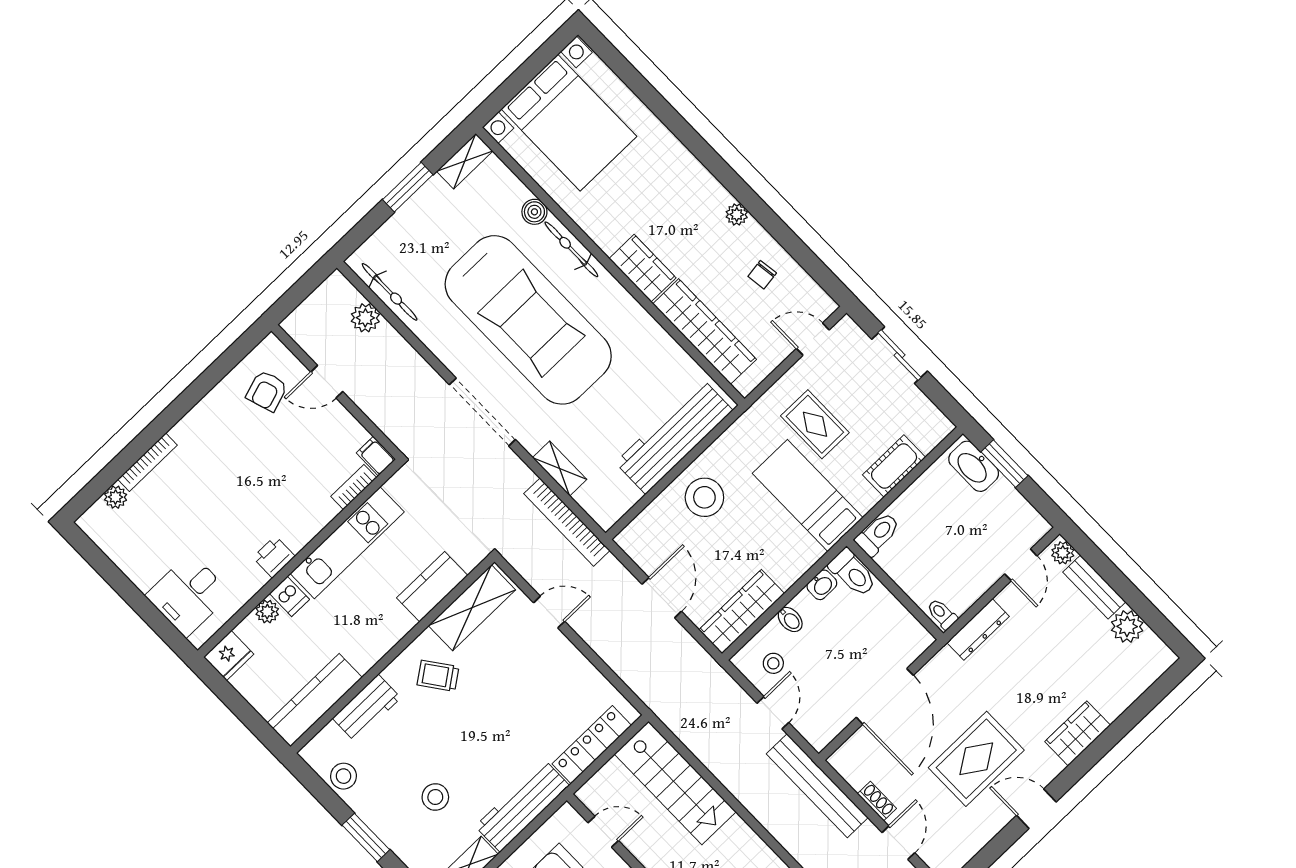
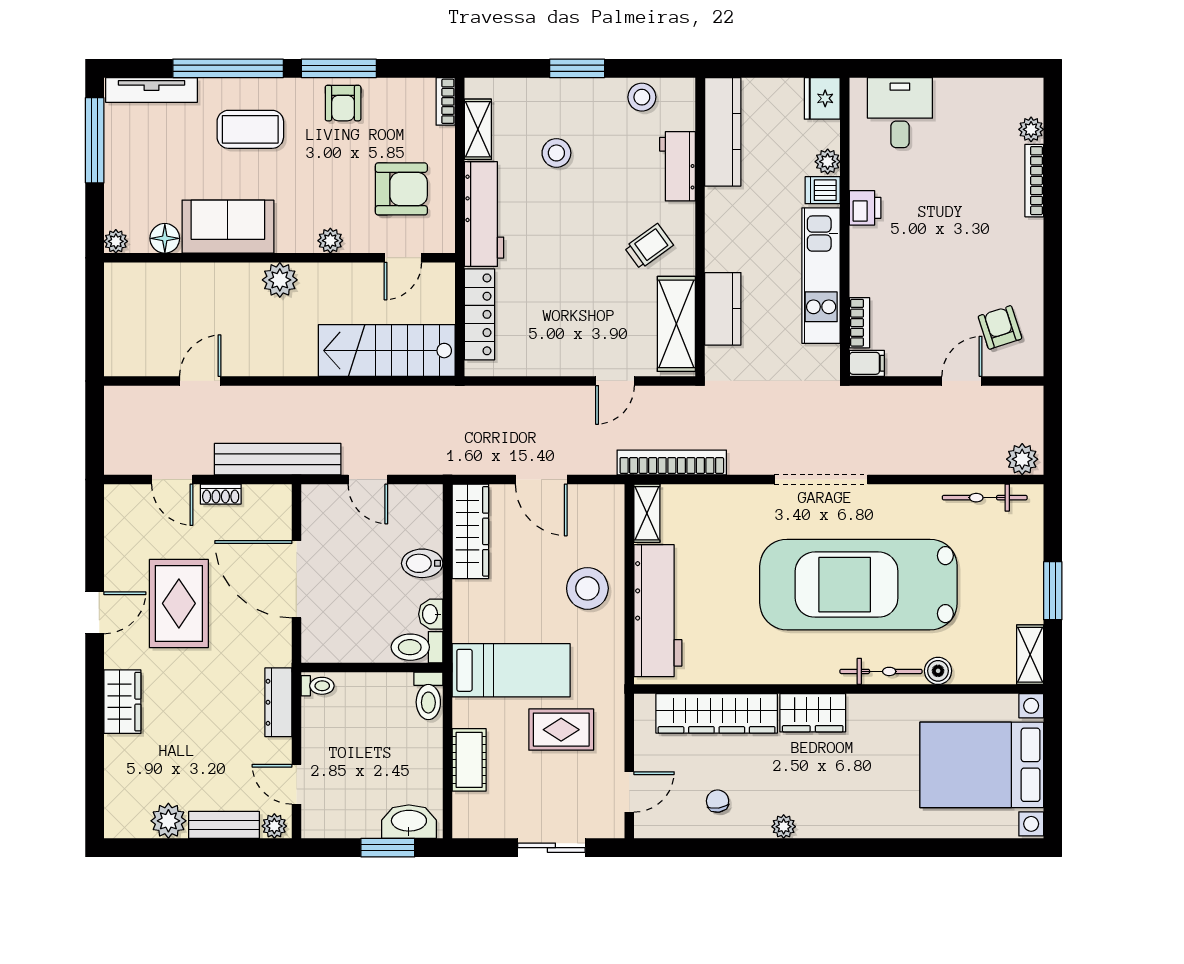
plant: (365, 318) -> (1022, 459), moved
shelving: (560, 468) -> (647, 513), moved, turned 90
bidet: (790, 619) -> (422, 563), width x1.38, depth x1.36
stool: (773, 663) -> (406, 517), removed

